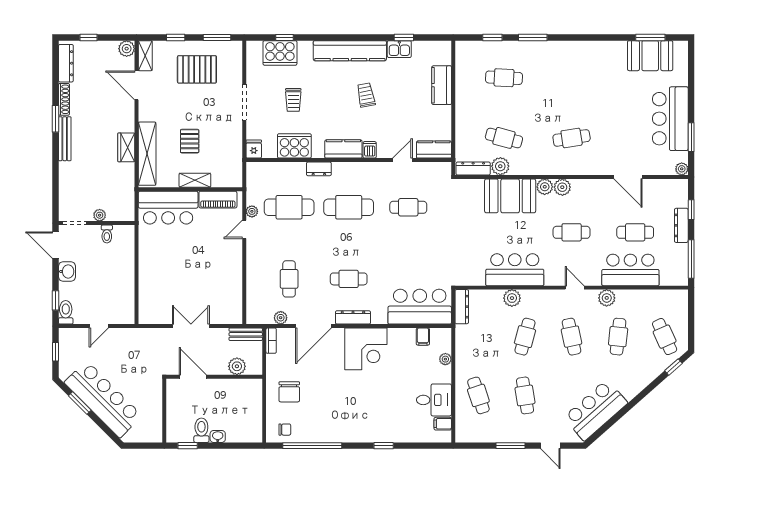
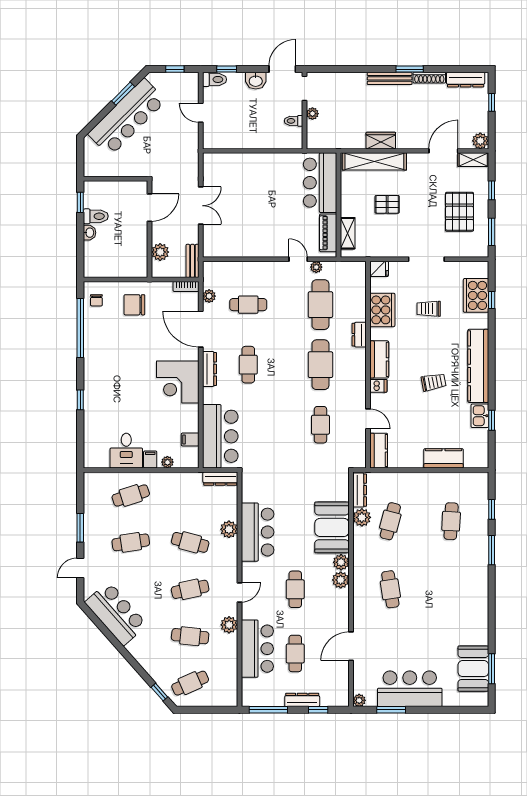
shelving: (195, 180) -> (348, 233), moved
filing cabinet: (443, 424) -> (150, 459), moved

